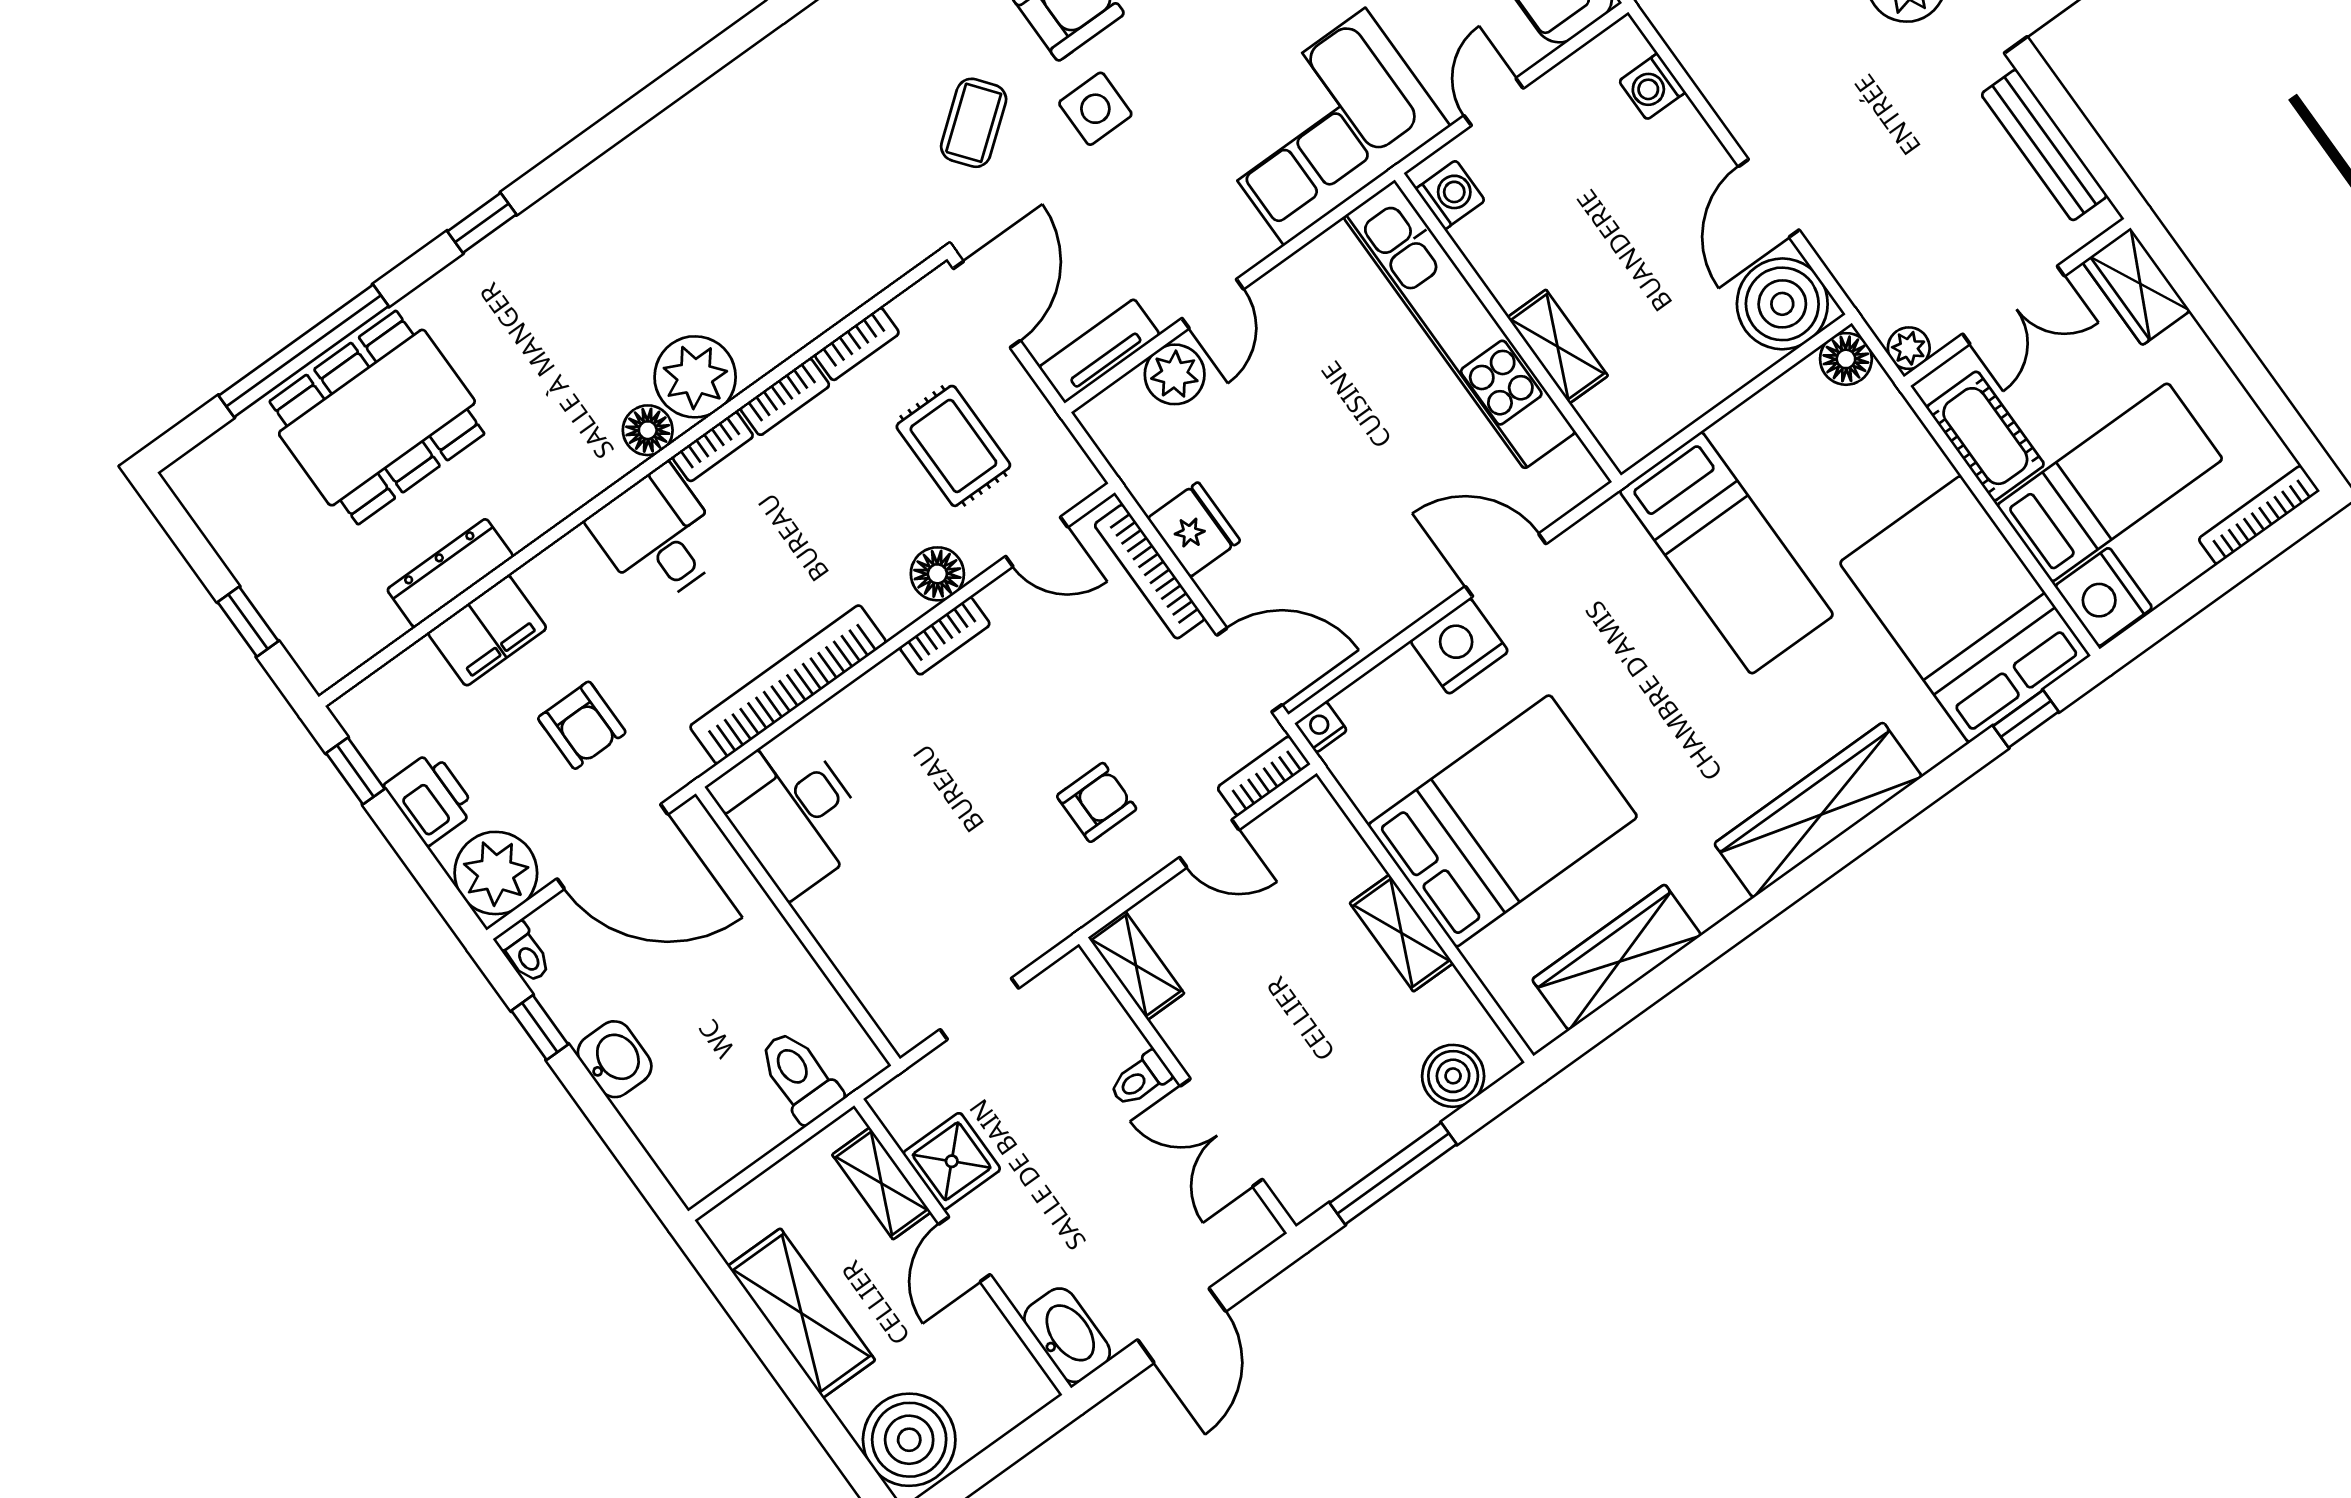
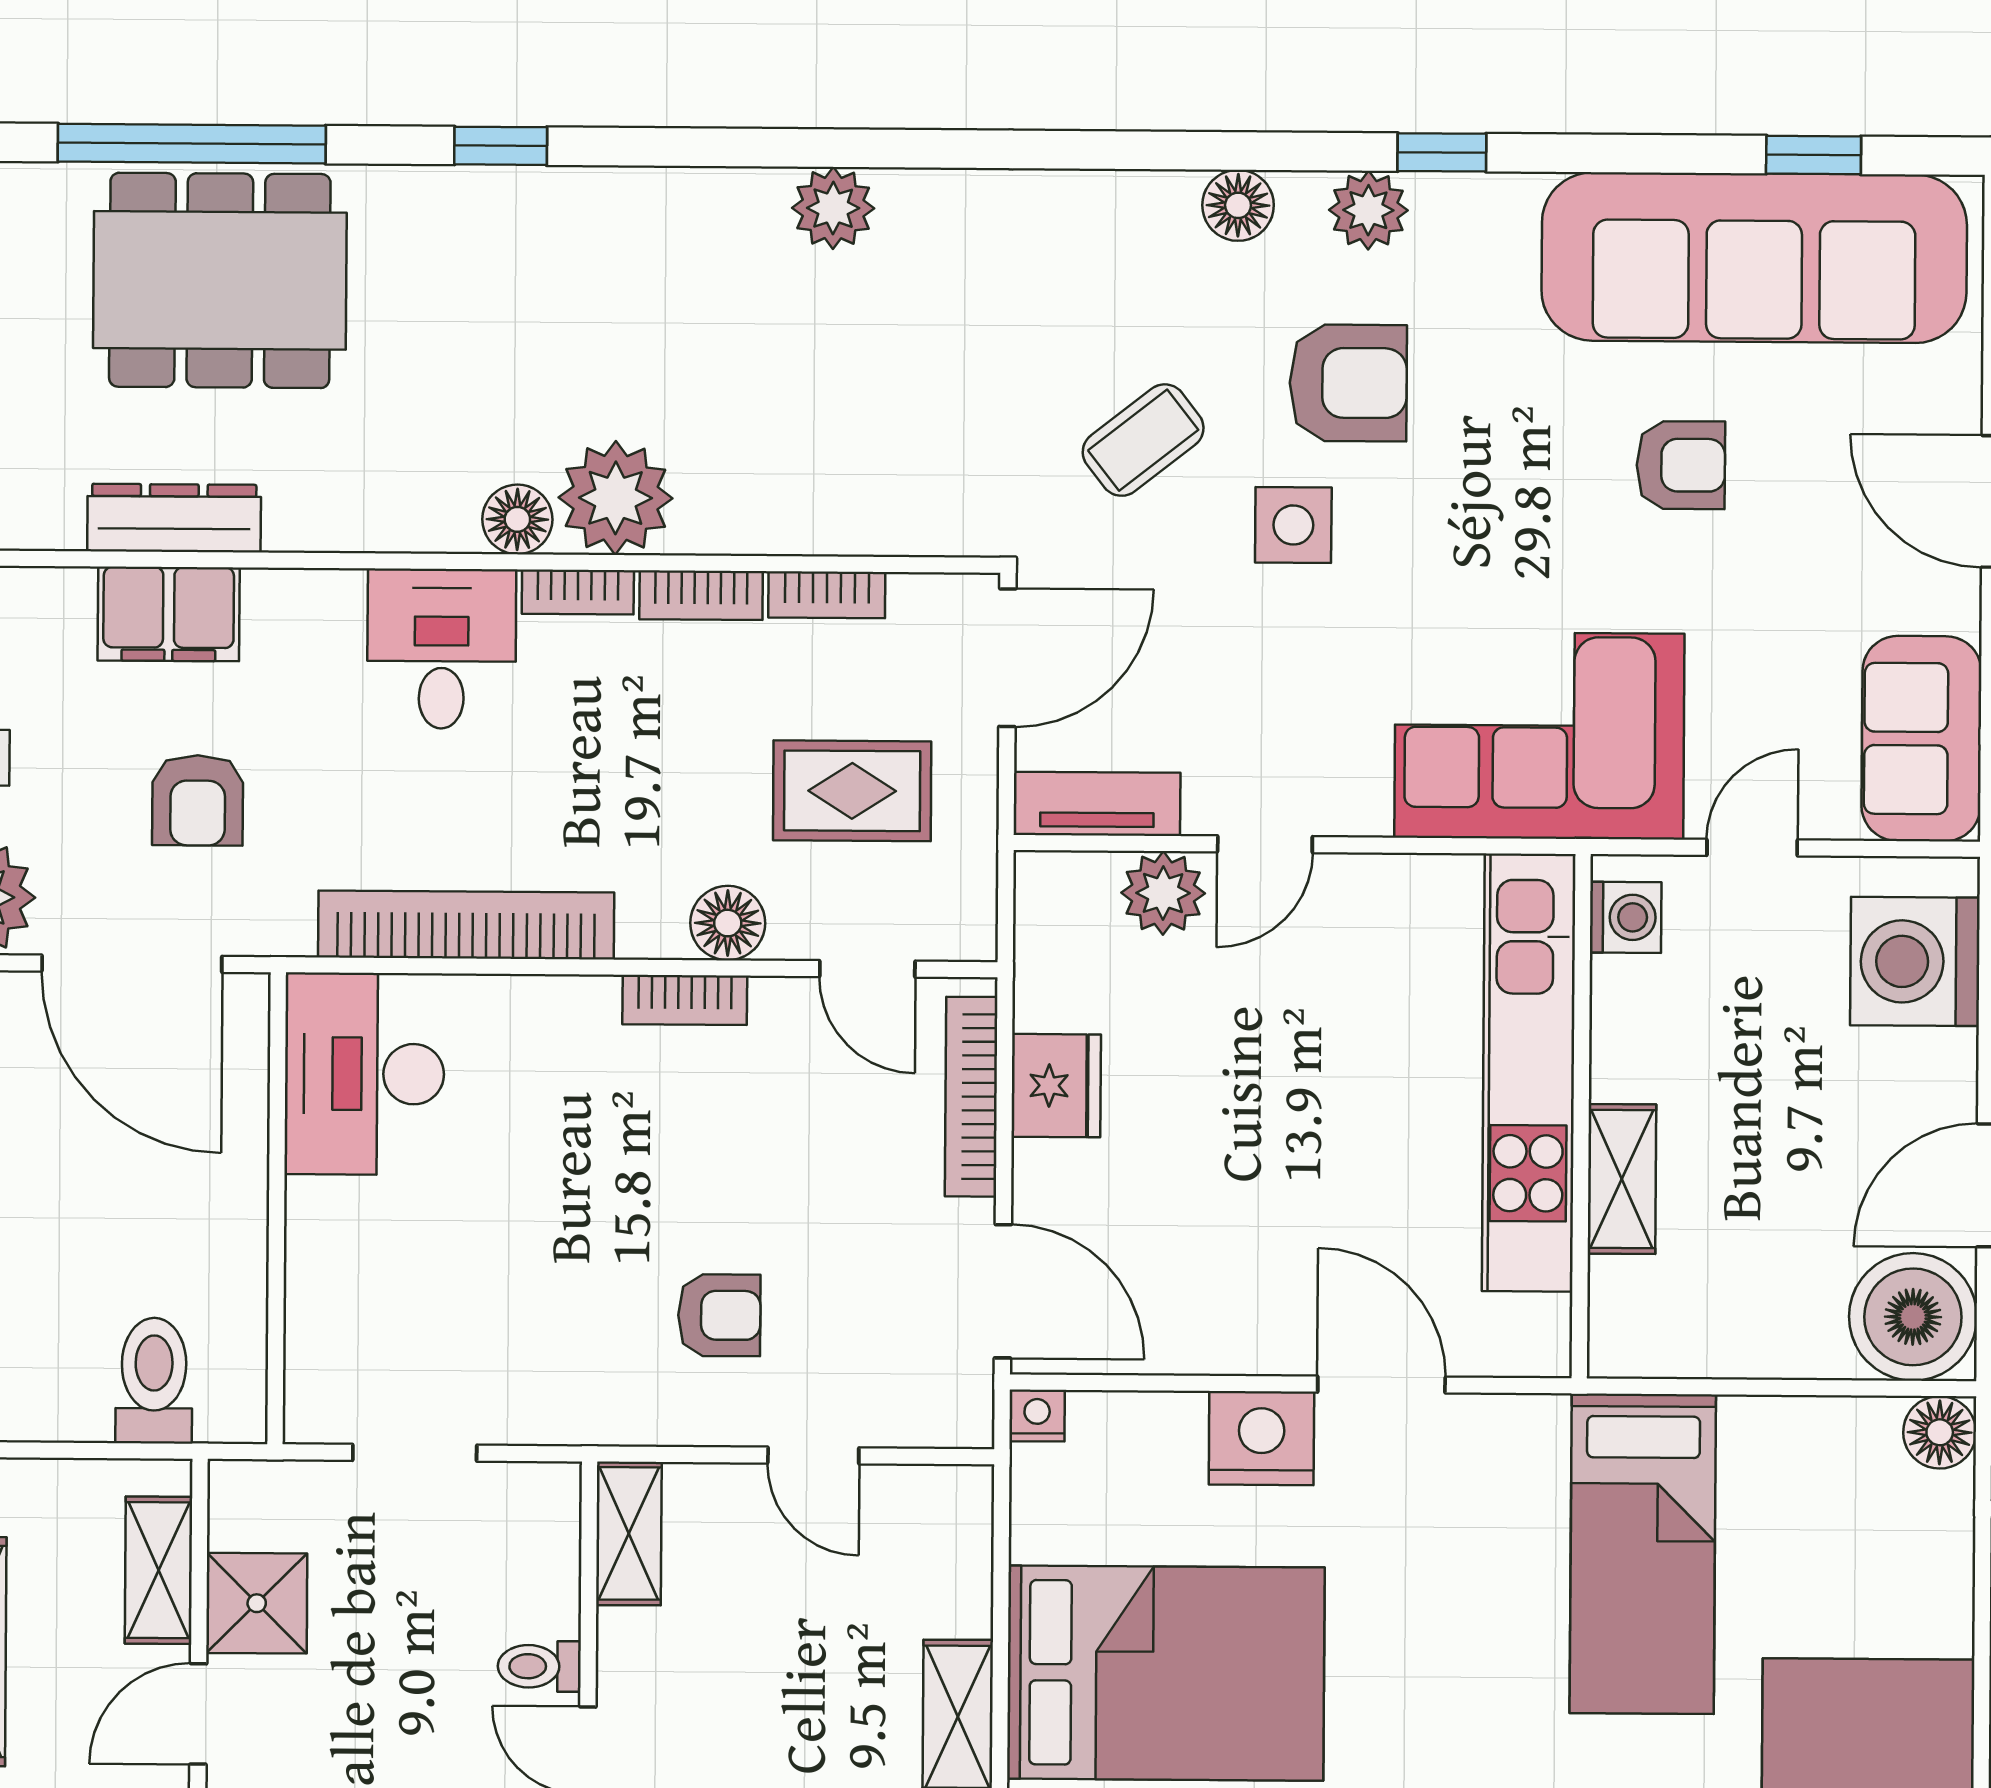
washing machine: (1652, 87) -> (1915, 961), width x1.89, depth x1.89
plant: (699, 119) -> (833, 208), added
rug: (953, 446) -> (852, 791), turned 90
bookcase: (1264, 776) -> (931, 1424), removed

